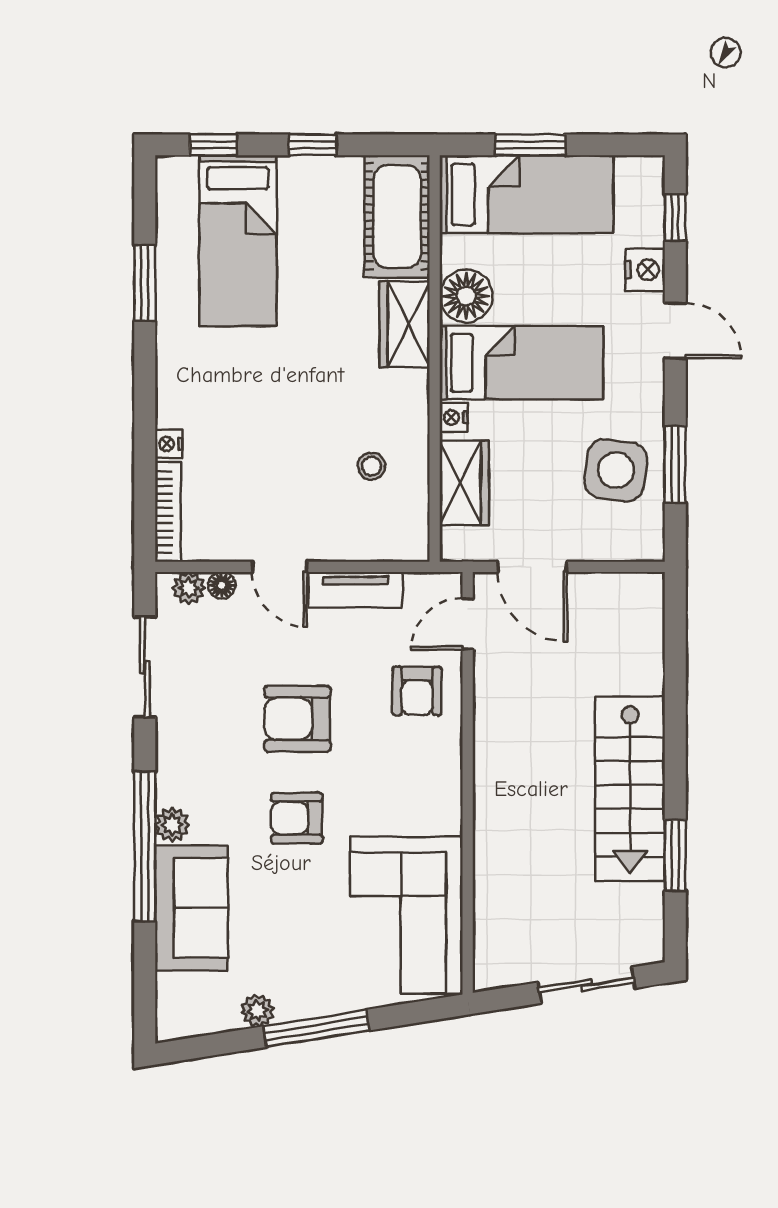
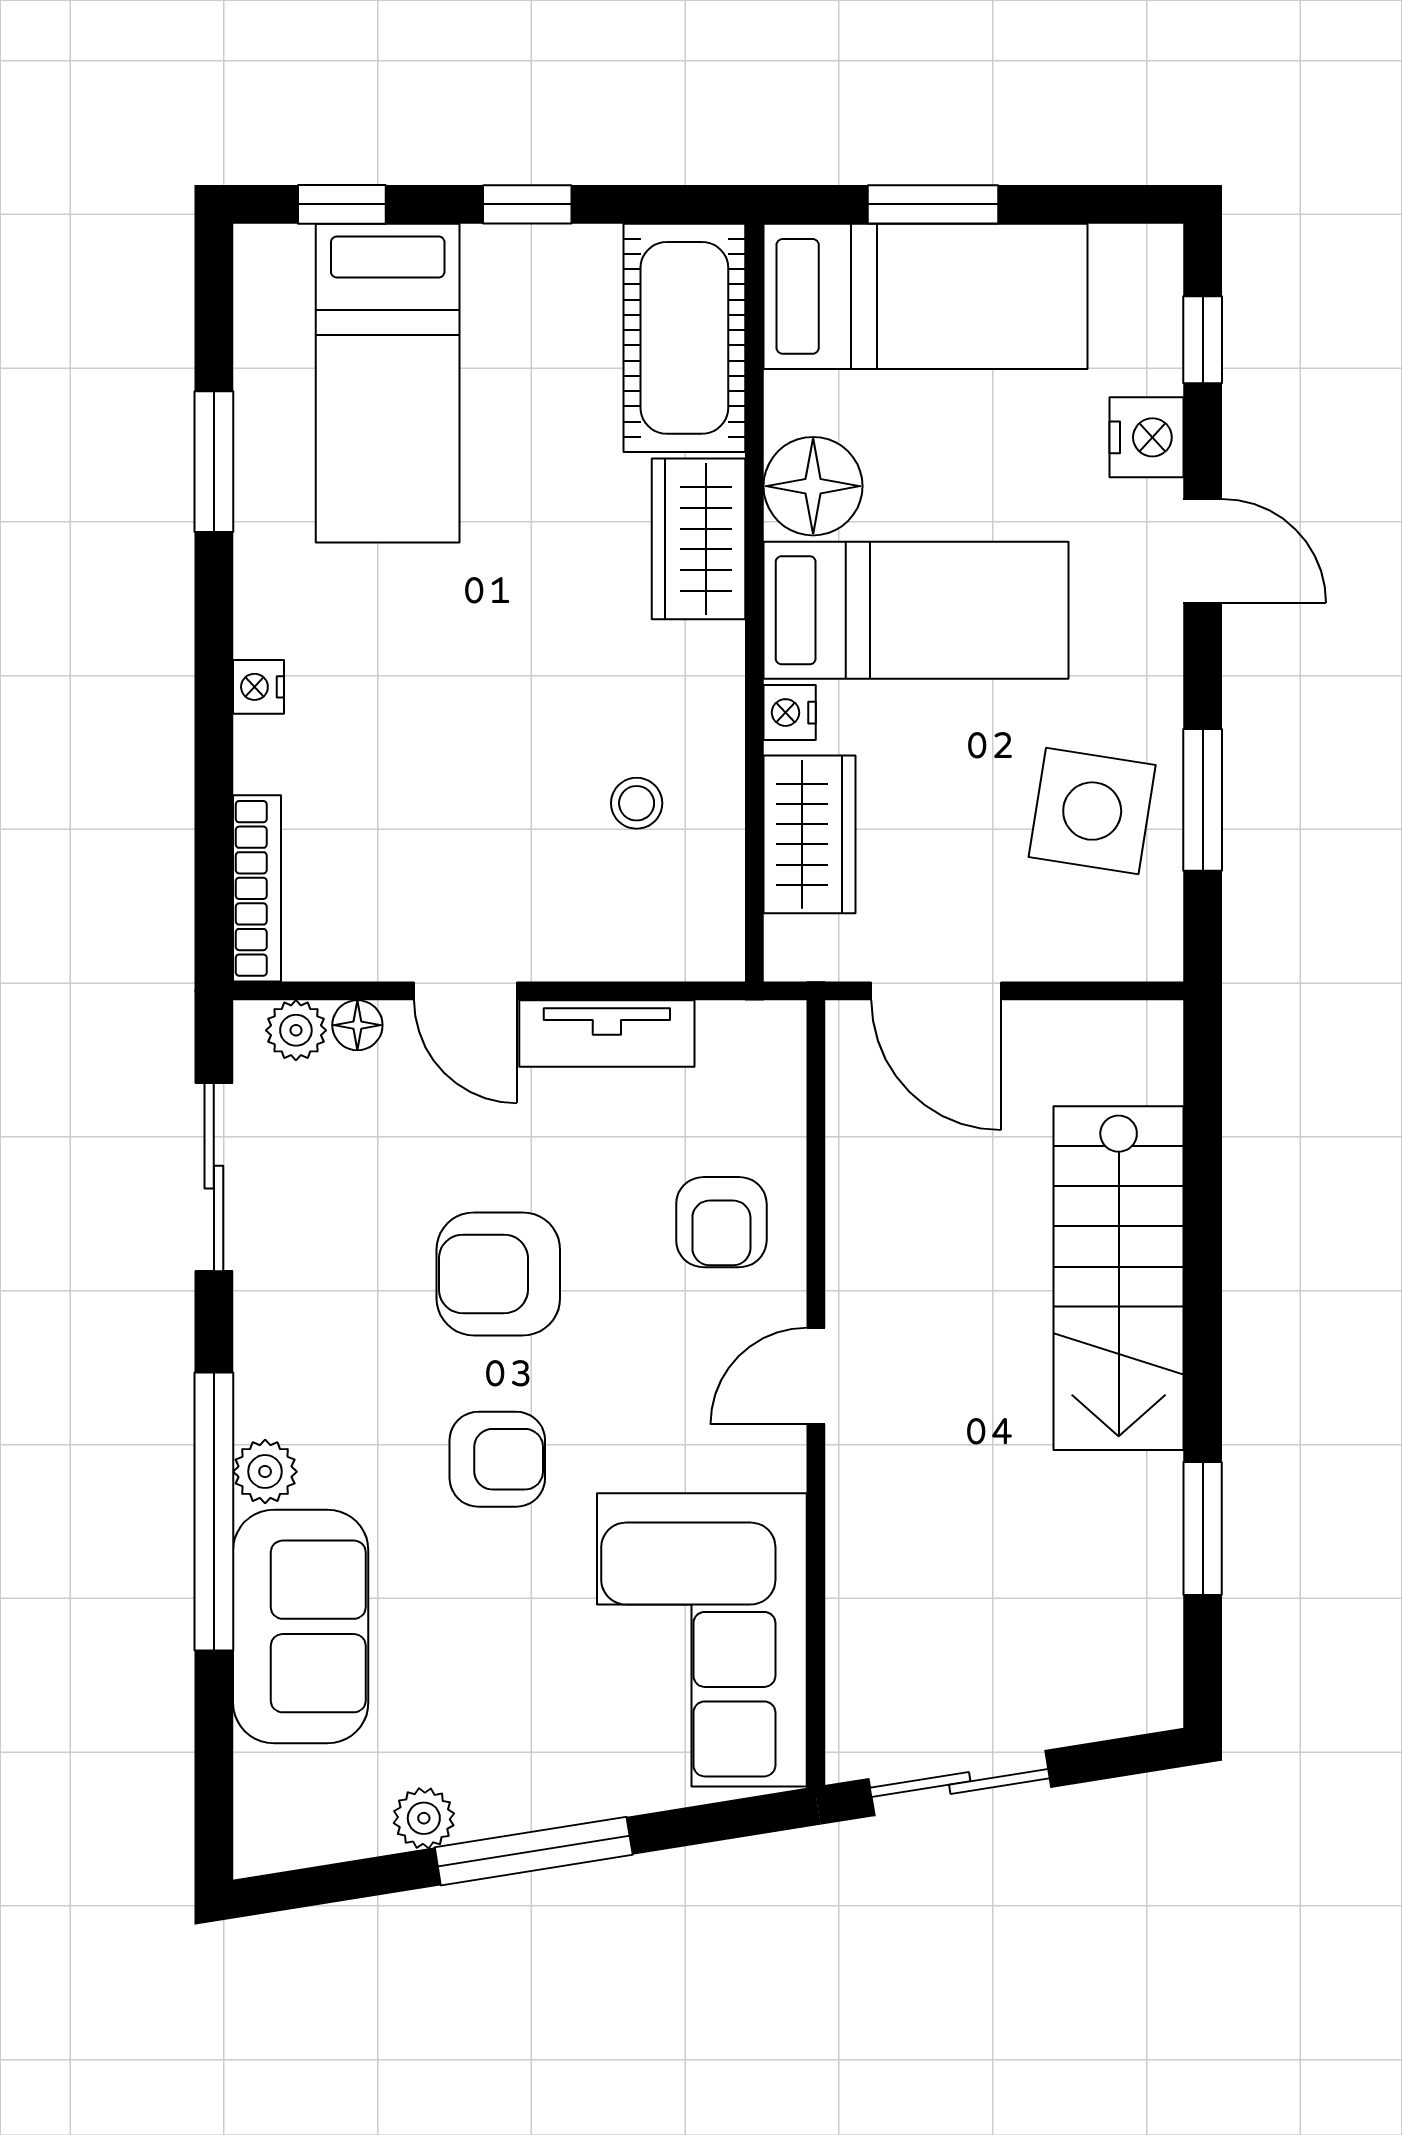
nightstand: (169, 444) -> (259, 687), moved
door: (468, 624) -> (816, 1376), moved
stairs: (630, 789) -> (1119, 1278), moved
armchair: (297, 818) -> (497, 1459), turned 180
sliding door: (587, 985) -> (960, 1783), moved

